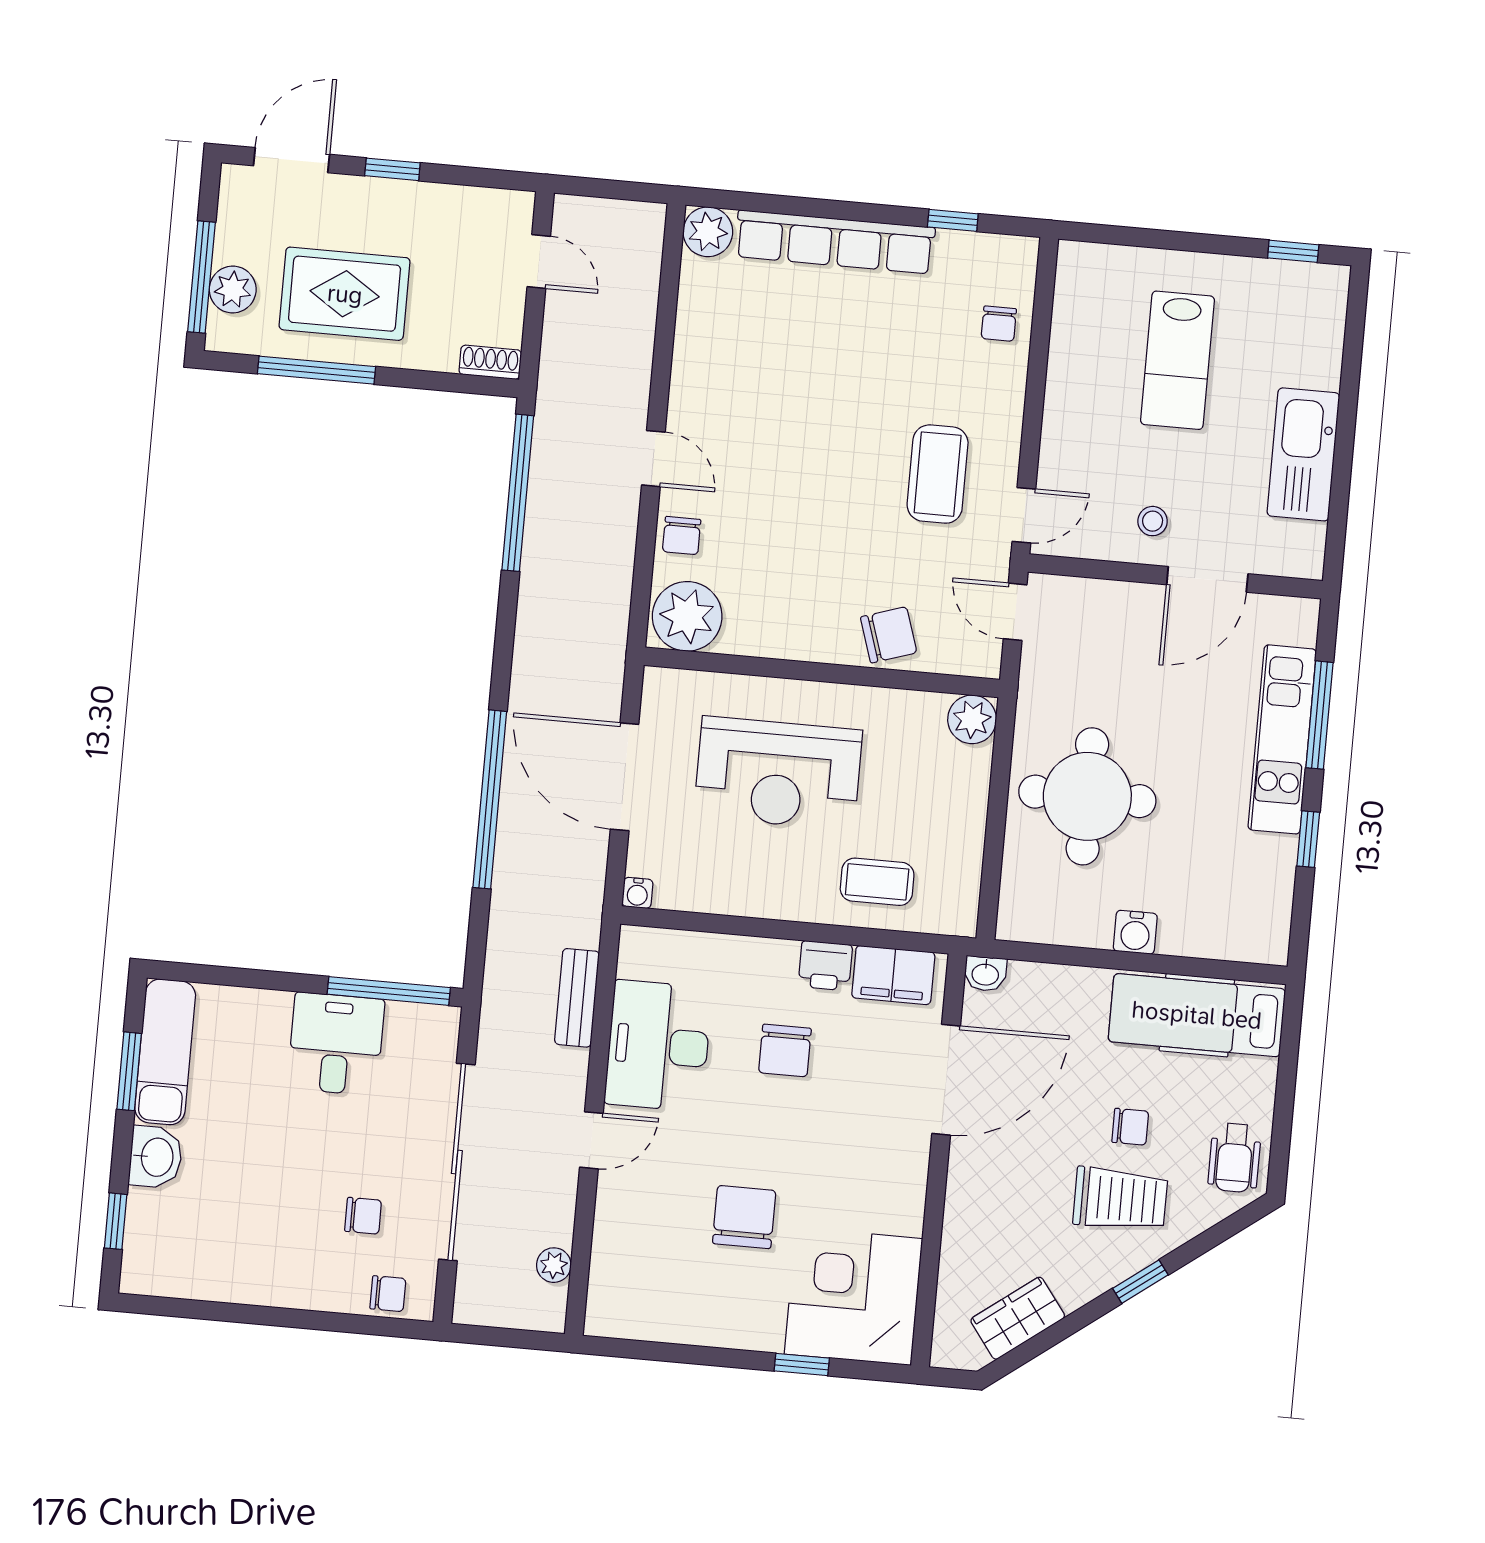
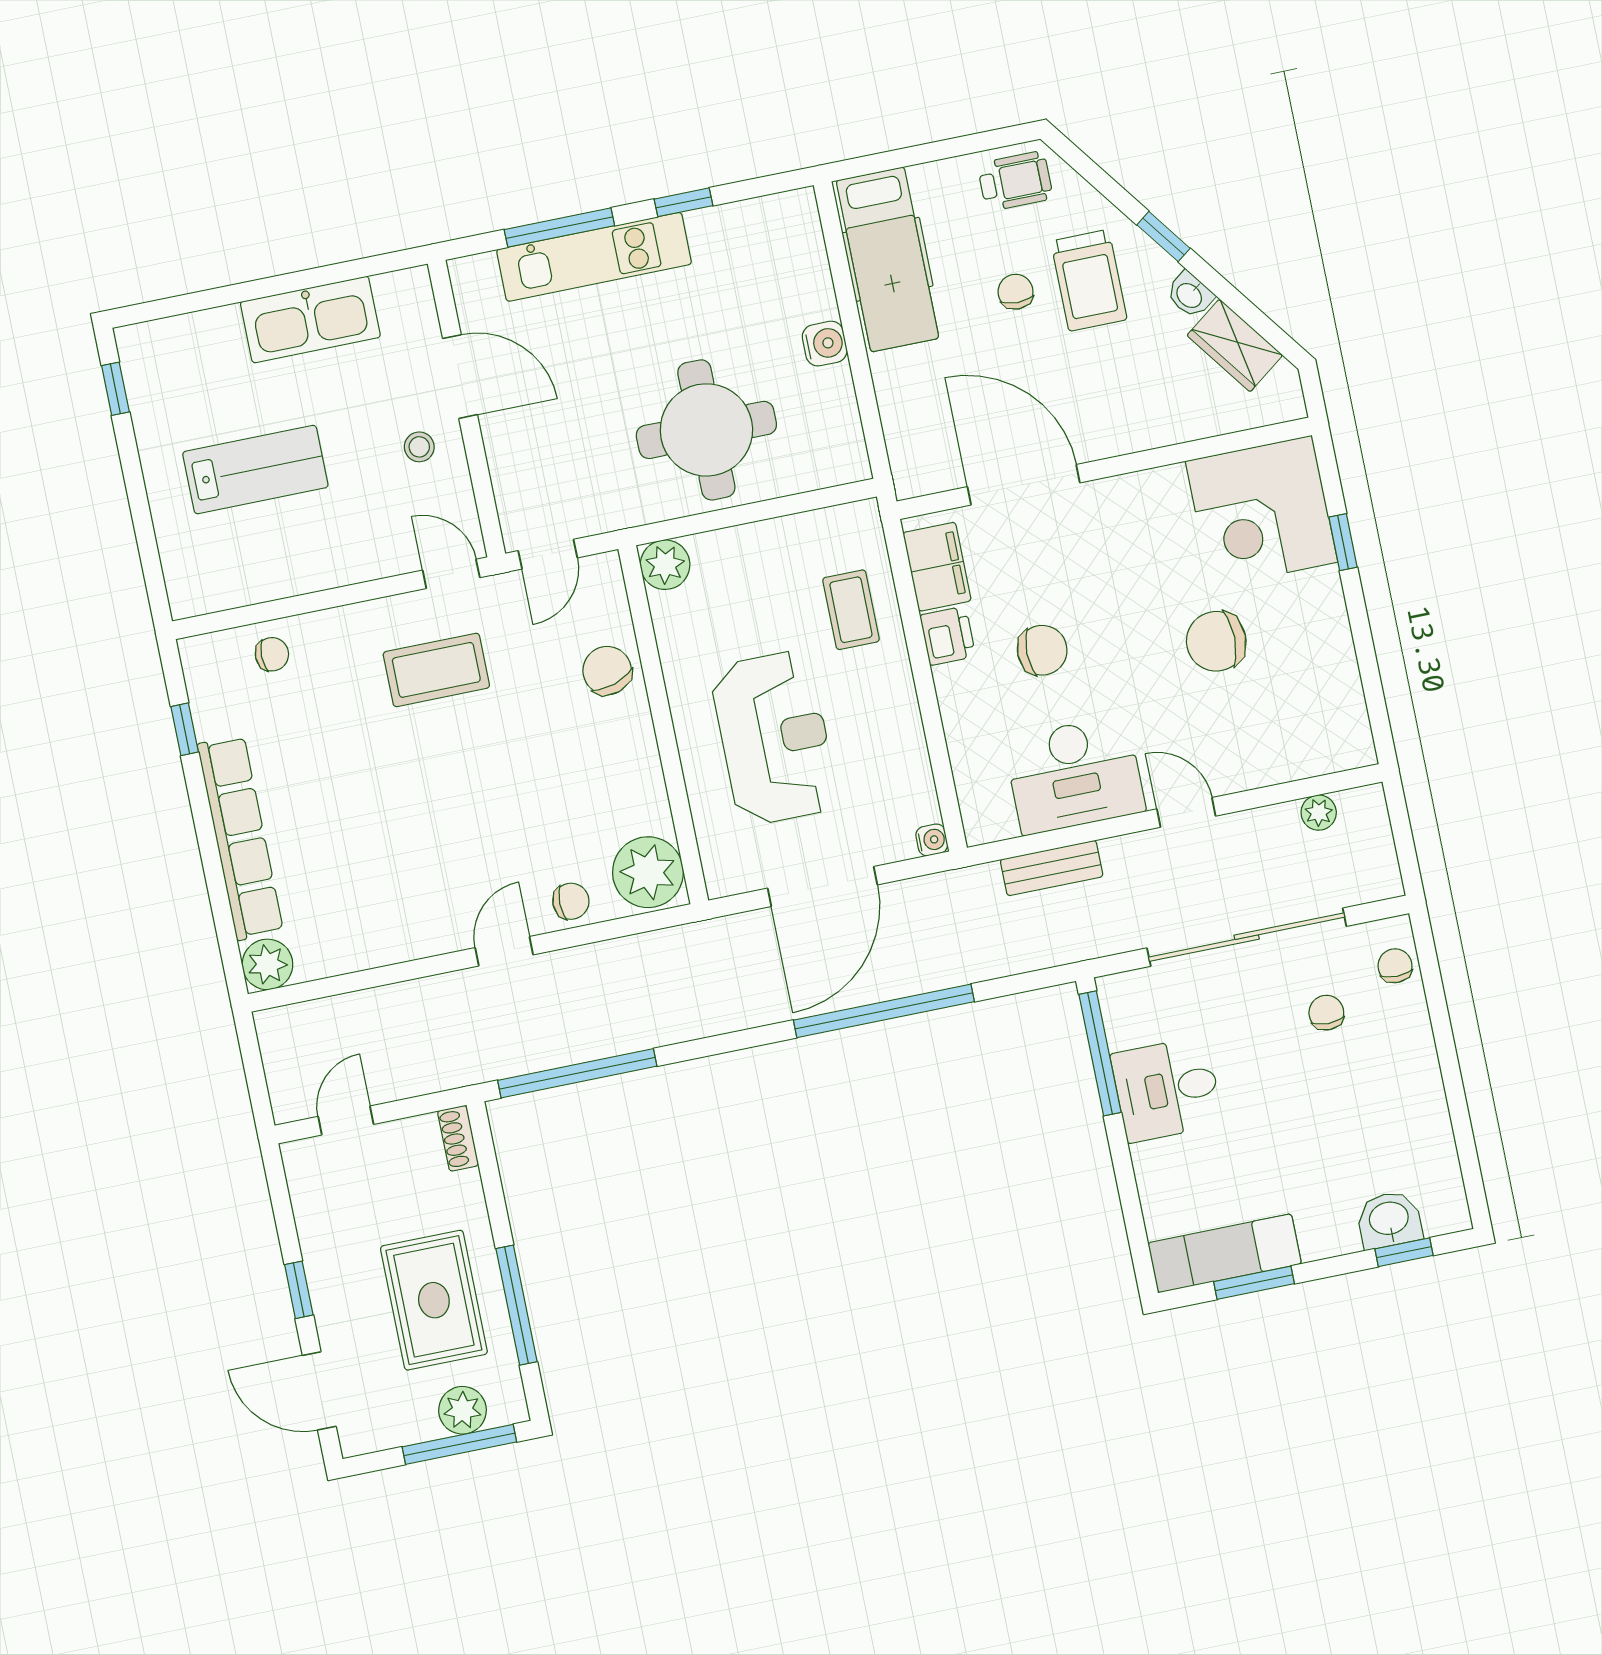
washbasin: (985, 974) -> (1190, 295), moved, turned 143
washbasin: (156, 1157) -> (1389, 1220), moved
trolley: (1120, 1199) -> (1089, 280), turned 180

